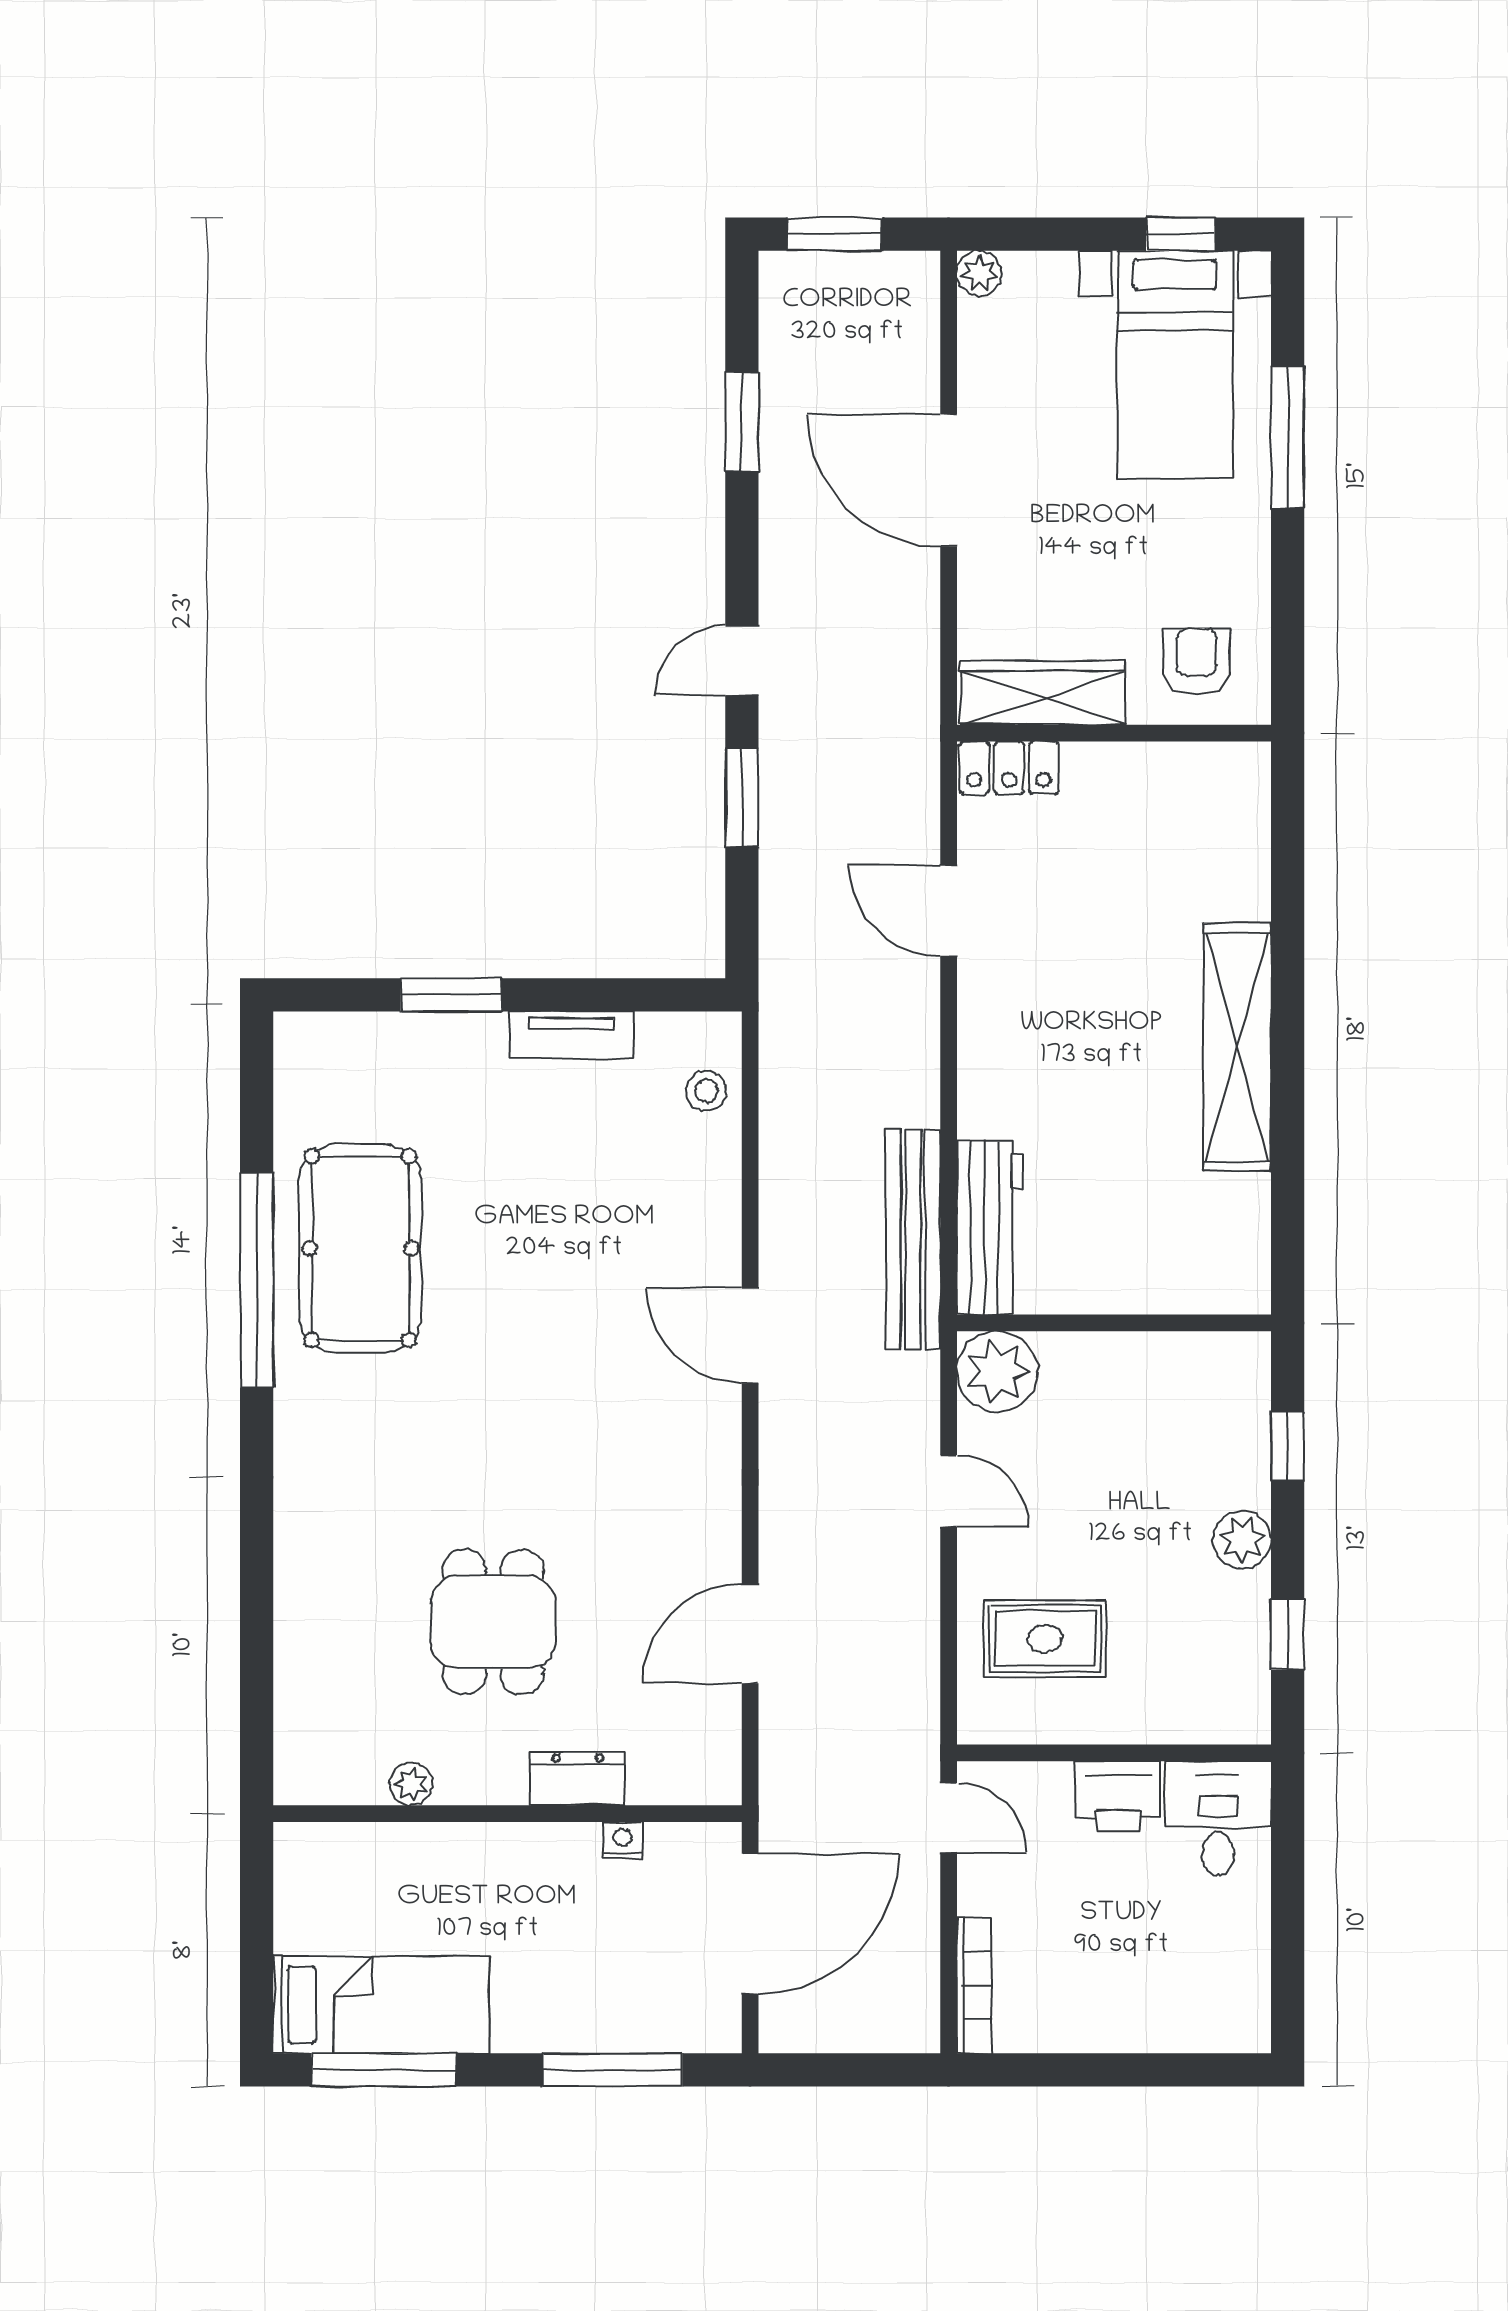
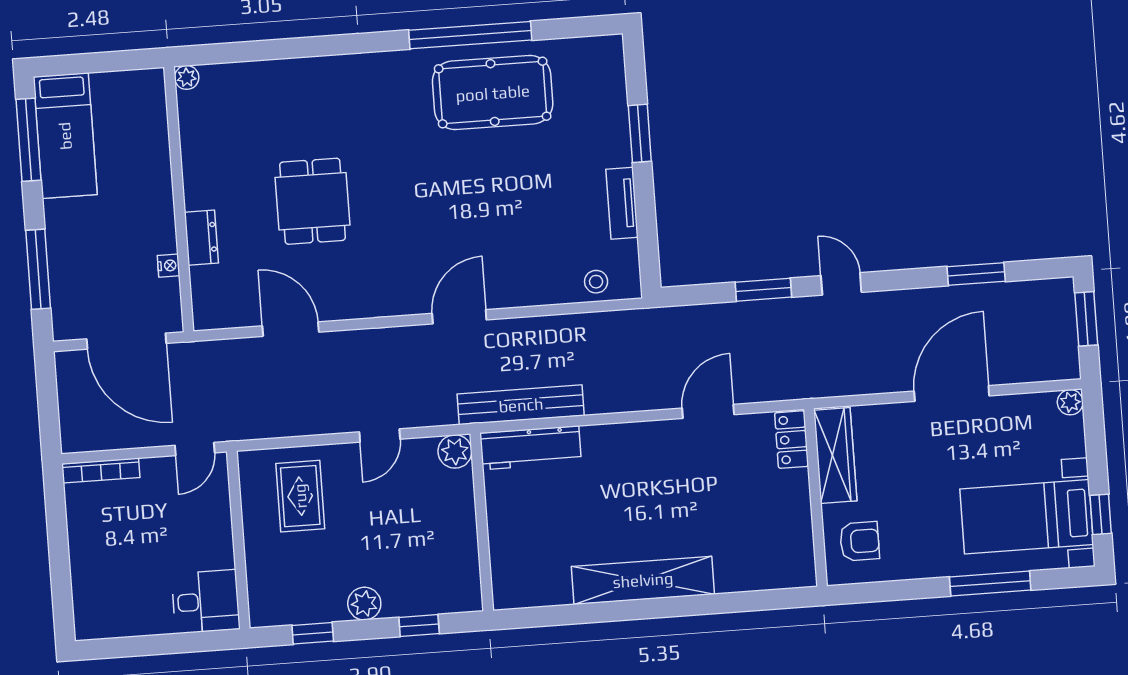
plant: (997, 1372) -> (455, 451), width x0.73, depth x0.73
dining table: (493, 1622) -> (313, 201), moved, turned 90
plant: (411, 1784) -> (187, 77), moved
printer: (1118, 1796) -> (214, 544), removed

